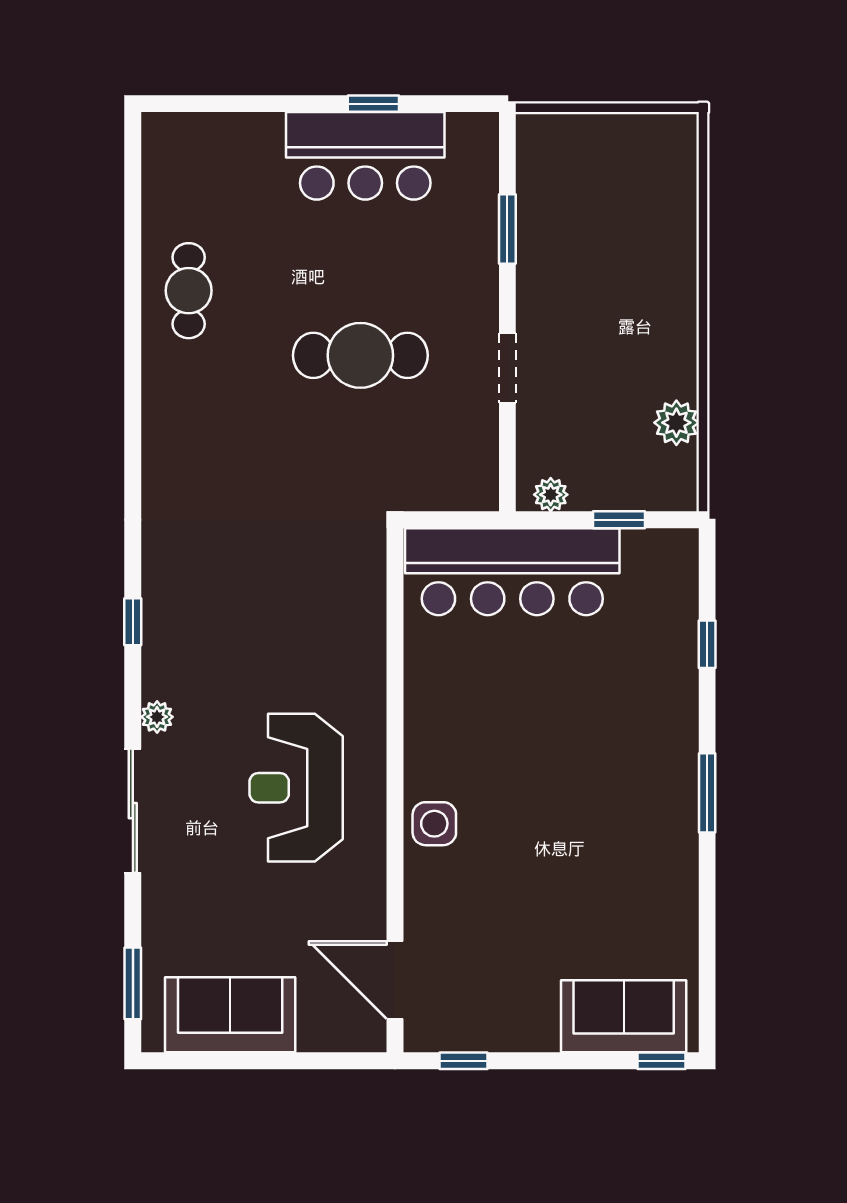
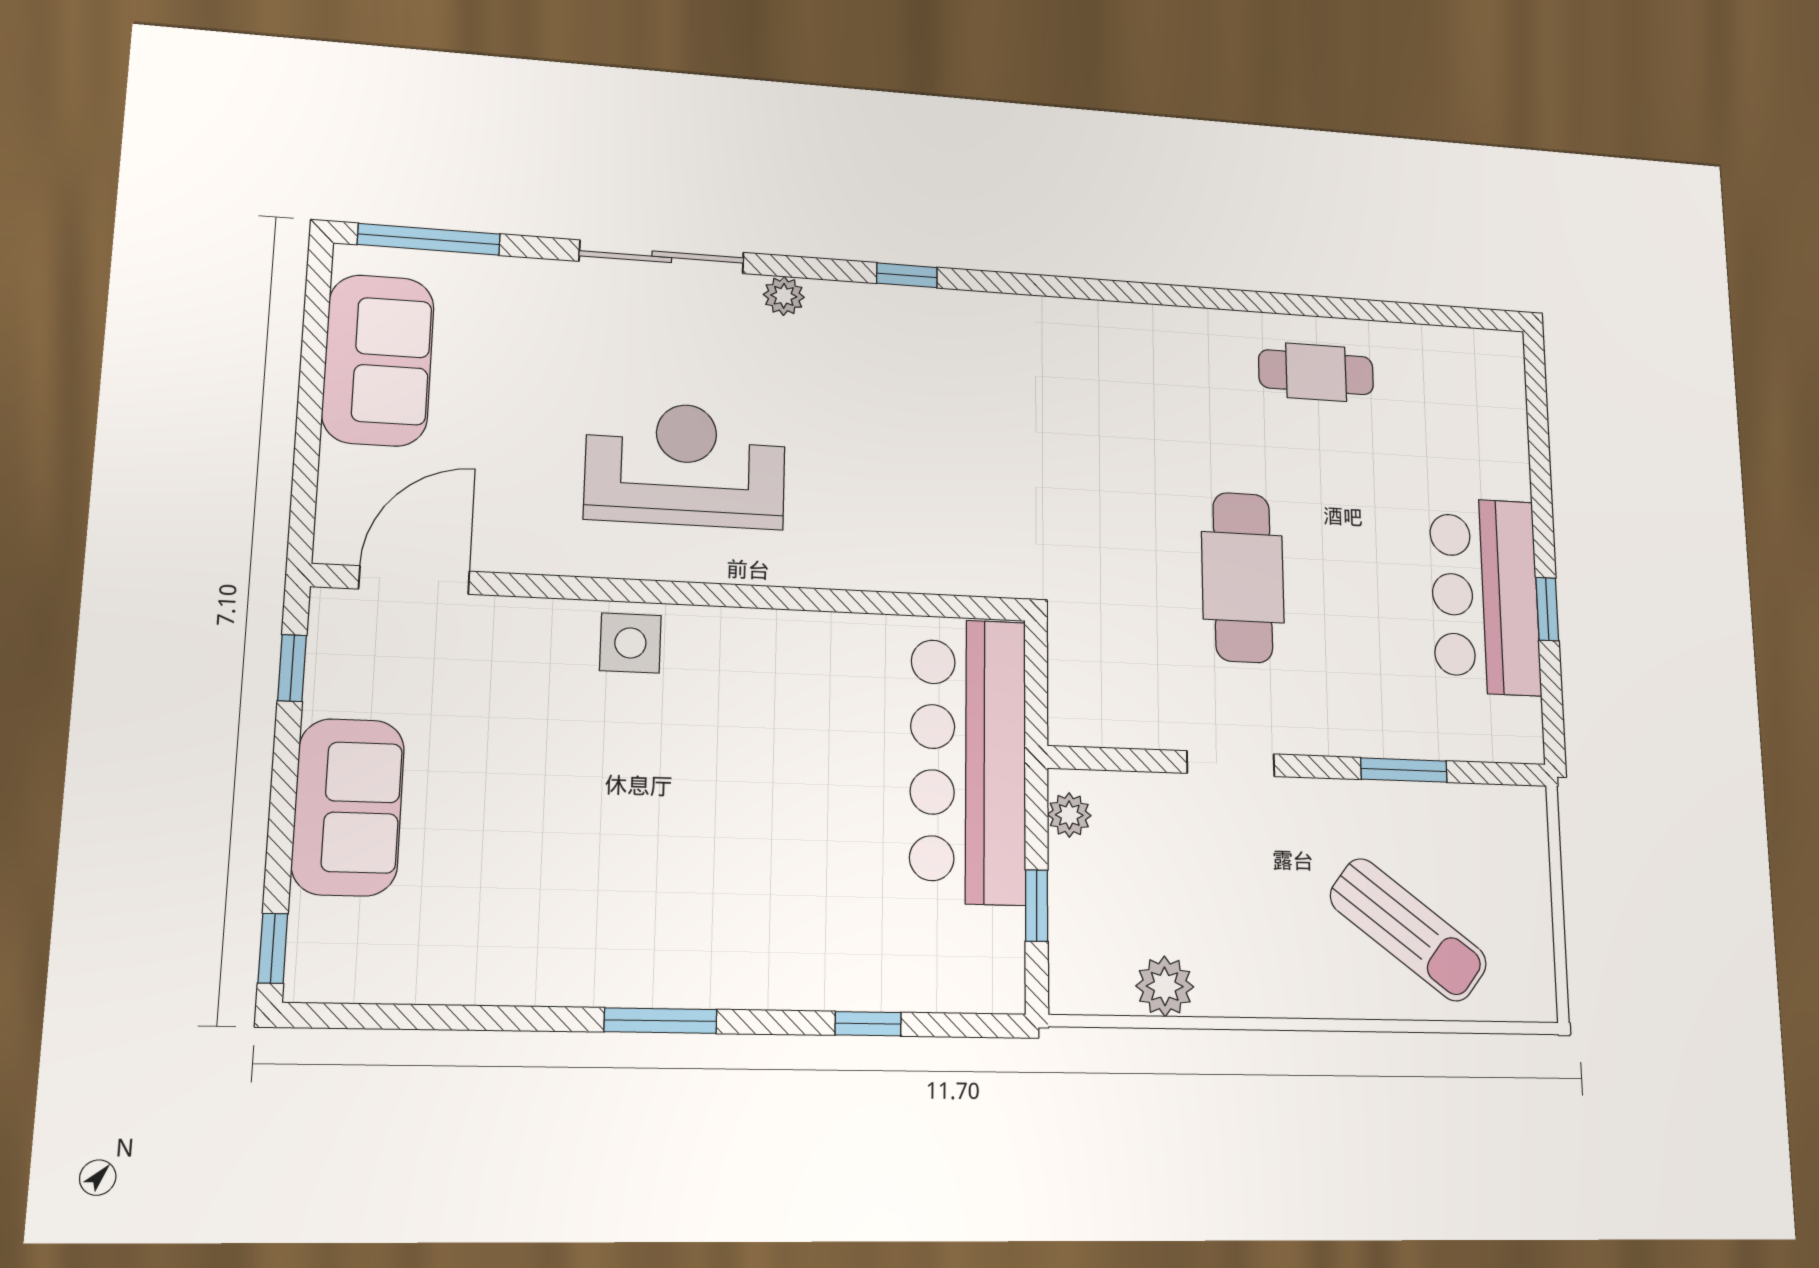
sun lounger: (630, 230) -> (1408, 930), added
window: (133, 983) -> (429, 239), width x1.44
sofa: (624, 1016) -> (348, 807), moved

